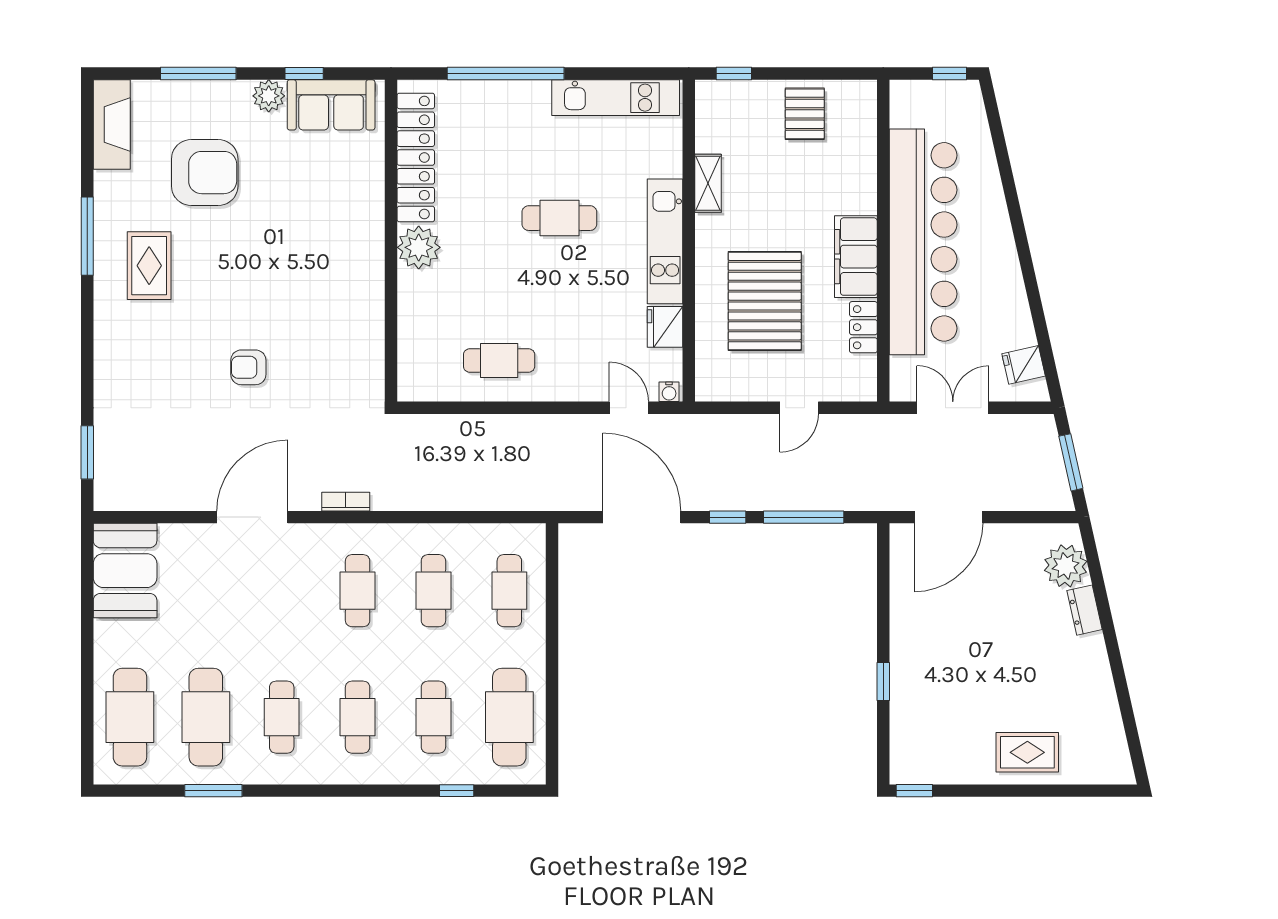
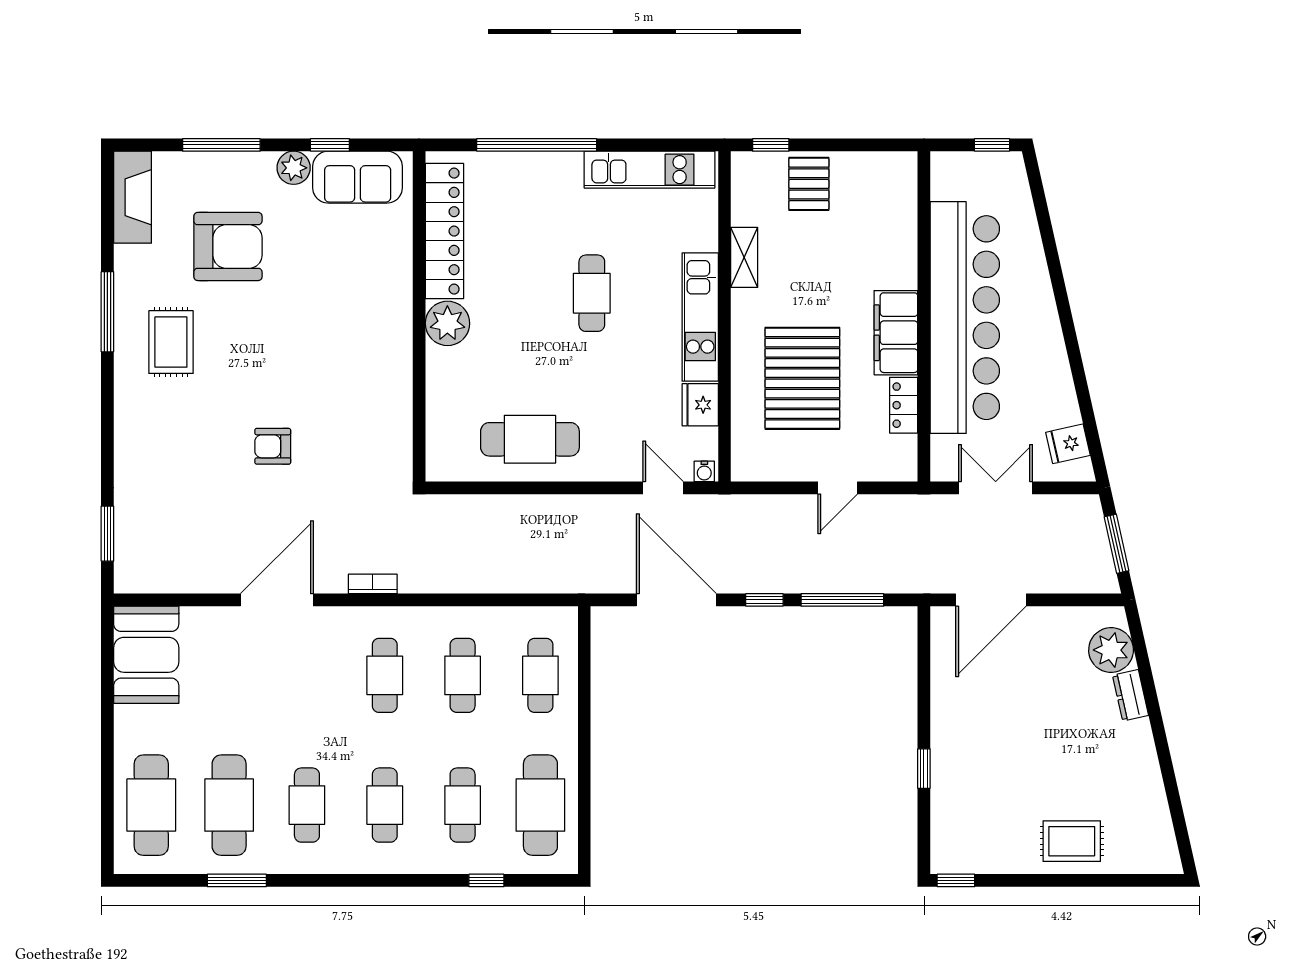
pallet: (805, 114) -> (809, 184), moved
cafe table: (559, 218) -> (592, 293), turned 90
cafe table: (499, 360) -> (530, 439), width x1.37, depth x1.35

